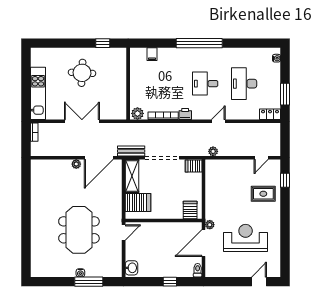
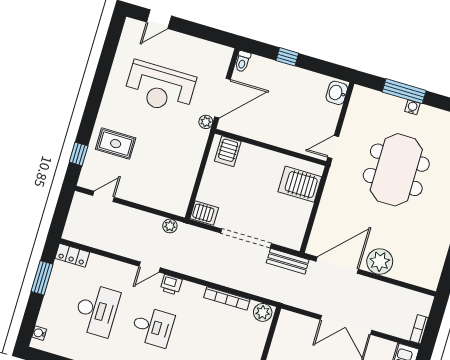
printer: (185, 114) -> (171, 285), moved
plant: (76, 164) -> (380, 262), width x1.88, depth x1.88
shelving: (132, 176) -> (297, 225), removed

